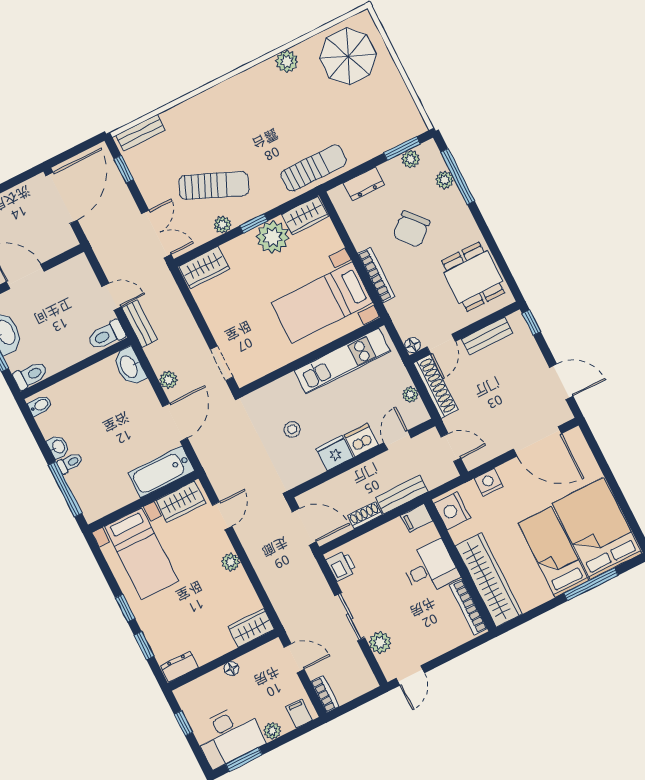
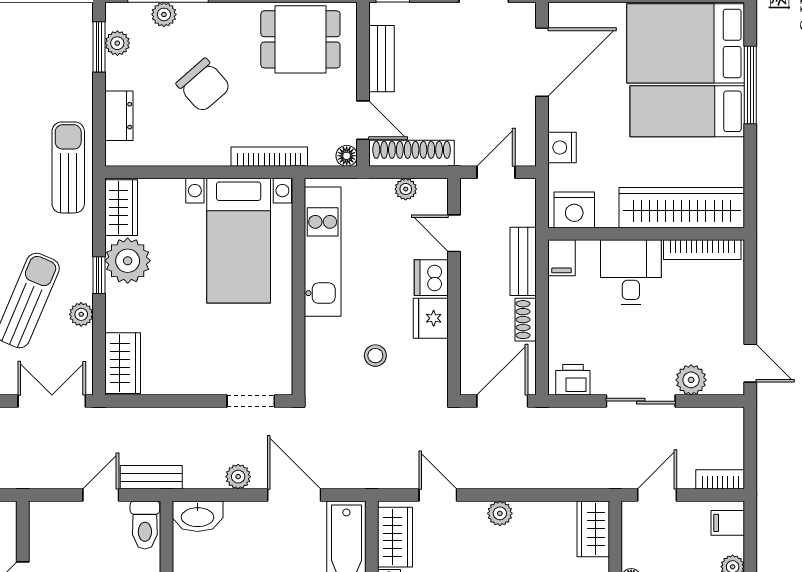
bookcase: (376, 275) -> (269, 157), moved

